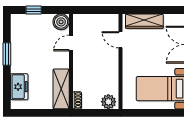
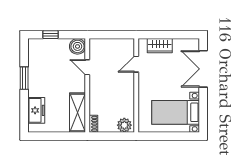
wardrobe: (144, 21) -> (160, 46), width x0.67
door: (120, 40) -> (136, 64), hinge flipped
door: (71, 43) -> (87, 67), hinge flipped

